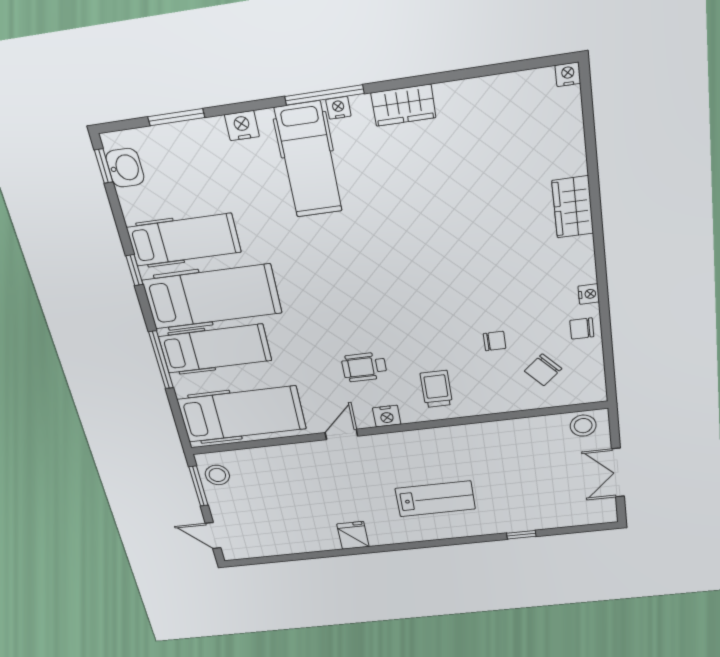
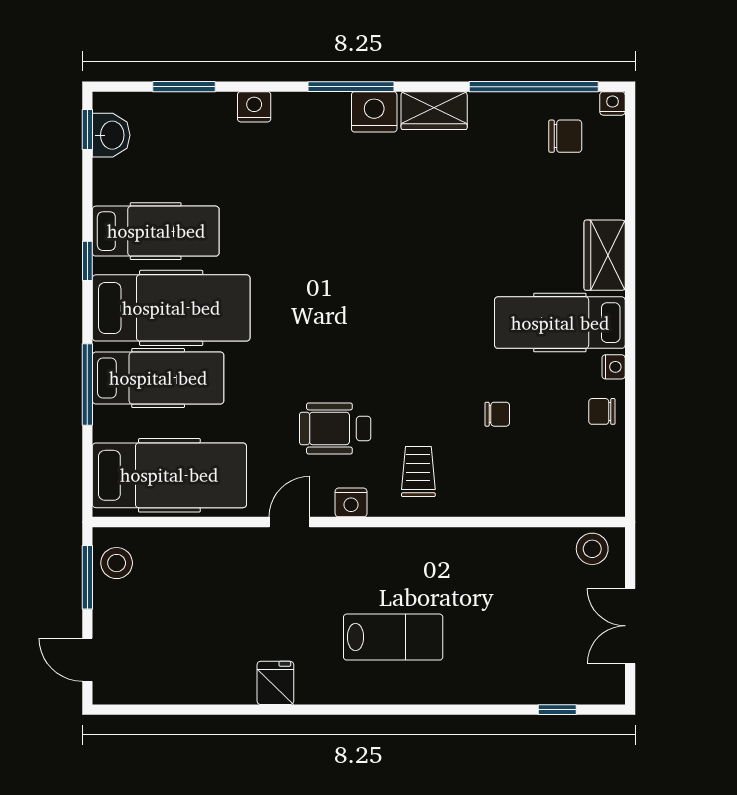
window: (492, 70) -> (534, 87), added
nightstand: (338, 108) -> (374, 112), width x1.89, depth x1.79
hospital bed: (309, 160) -> (560, 323), moved, turned 90
wheelchair: (364, 367) -> (335, 428), width x1.36, depth x1.37
chair: (543, 370) -> (565, 136), moved, turned -138
window: (521, 535) -> (557, 710), moved

